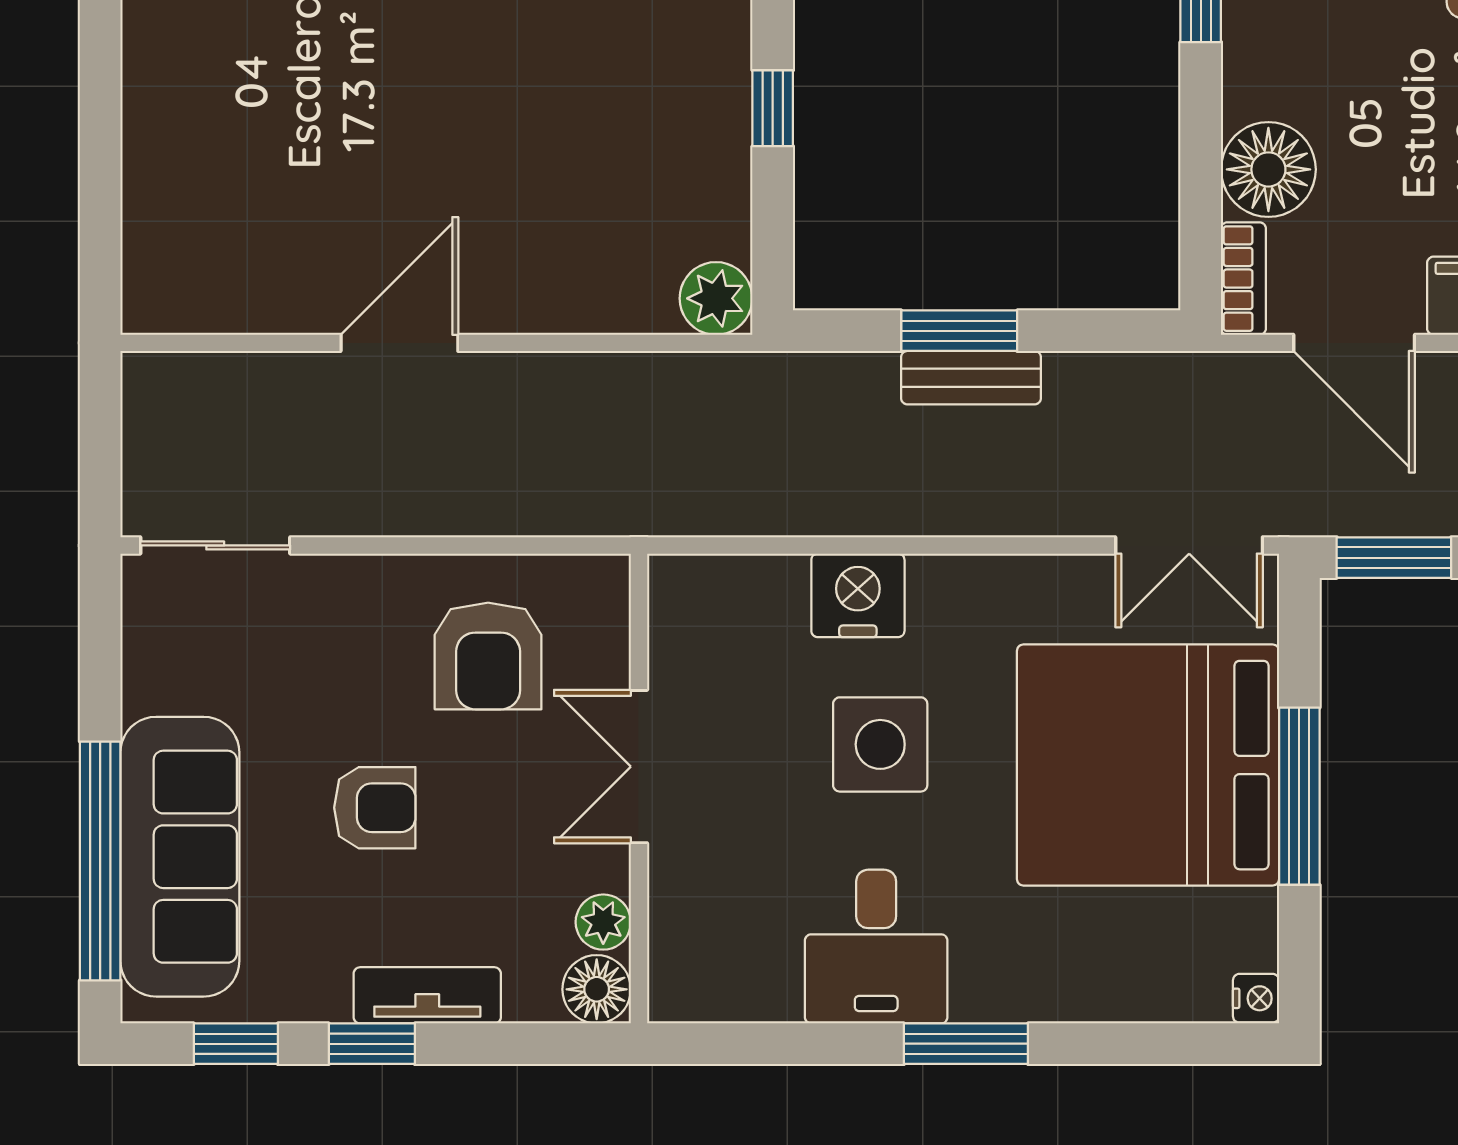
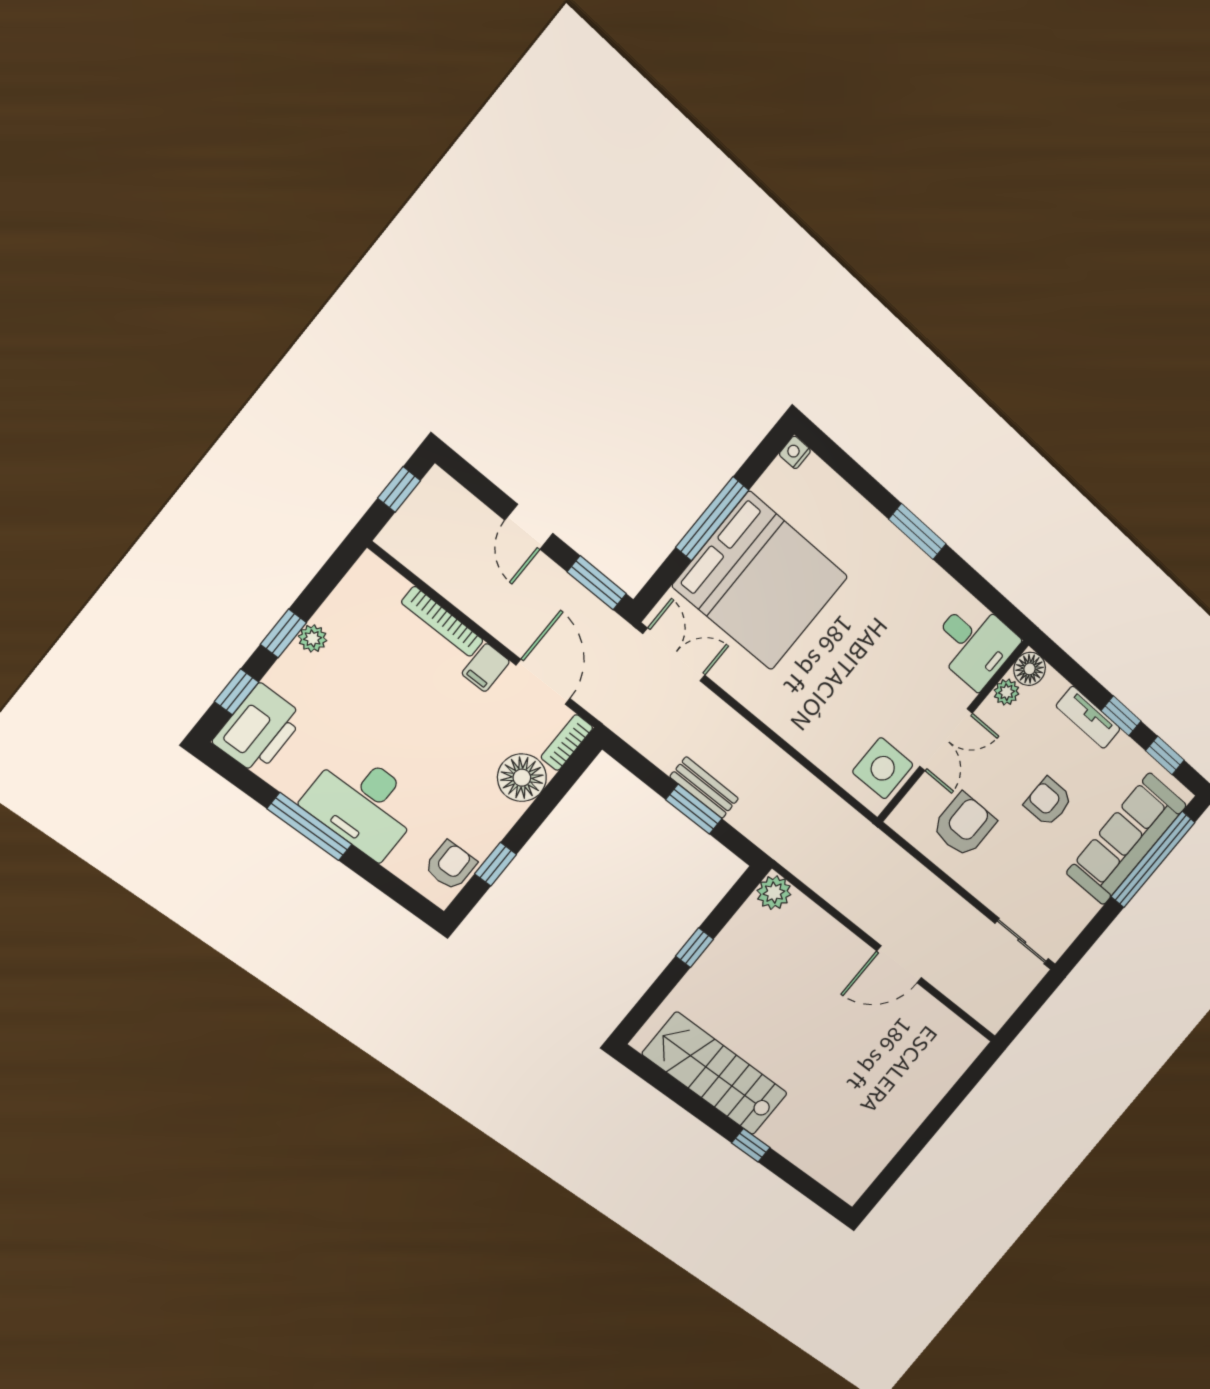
nightstand: (858, 595) -> (815, 739), removed
side table: (880, 744) -> (883, 768), moved
desk: (876, 947) -> (974, 644), moved, turned 90

